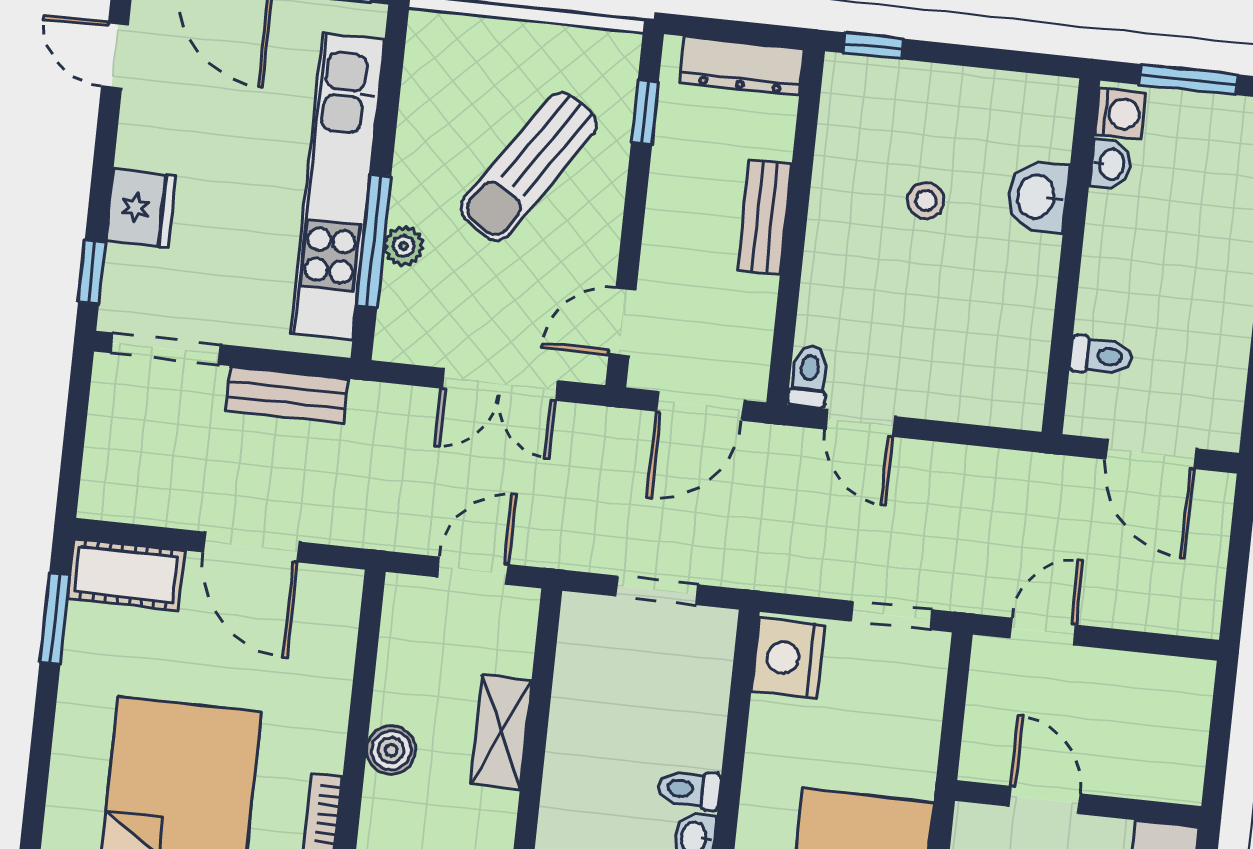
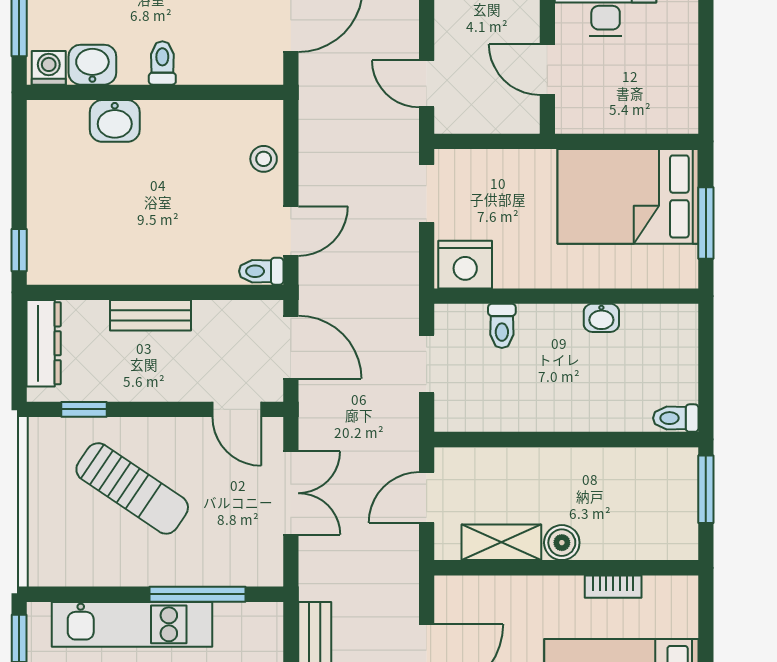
washbasin: (1111, 164) -> (92, 65), width x1.38, depth x1.45
kitchen unit: (338, 186) -> (132, 624), width x0.73
stool: (926, 201) -> (264, 159), moved
plant: (404, 246) -> (199, 572), removed
toilet: (1101, 356) -> (162, 63), moved
door: (473, 571) -> (427, 498), hinge flipped
shelving: (501, 732) -> (501, 542), moved
toilet: (689, 789) -> (502, 326), moved
door: (1045, 800) -> (547, 70), hinge flipped

